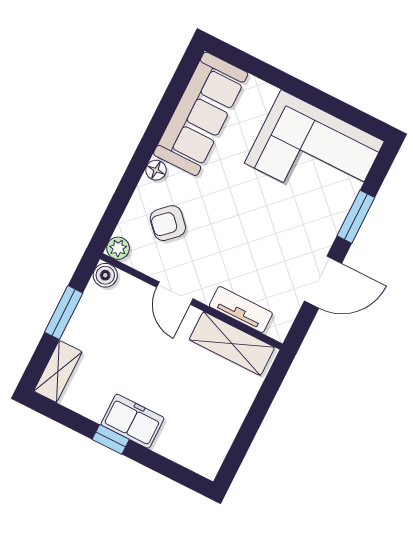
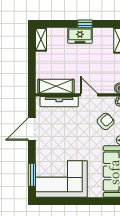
window: (356, 217) -> (32, 175), moved
tv unit: (241, 310) -> (59, 102), width x1.41
shelving: (214, 453) -> (41, 39), added

